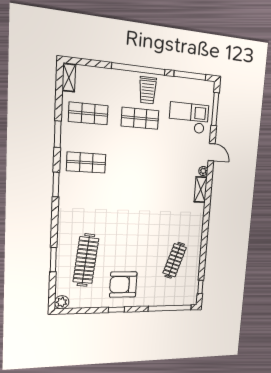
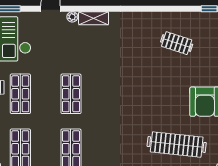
shop shelf: (137, 166) -> (71, 94), added
clothes rail: (175, 260) -> (177, 43), width x0.73

